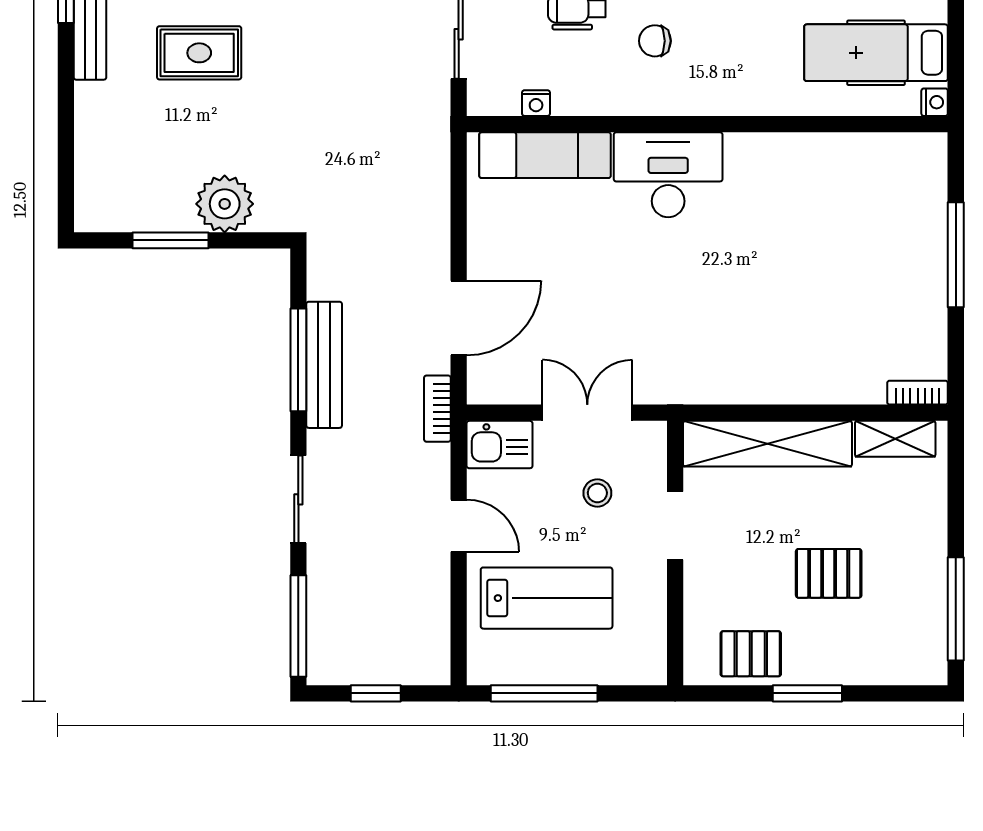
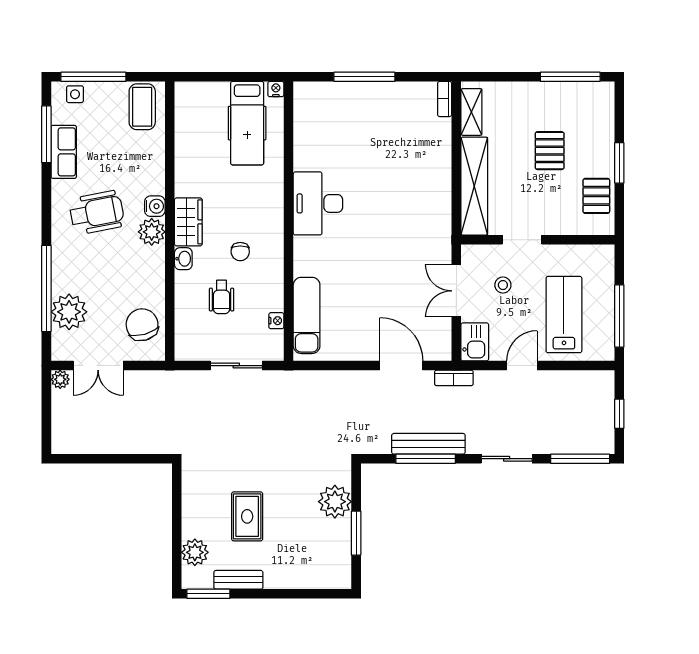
desk: (668, 175) -> (318, 203), moved

